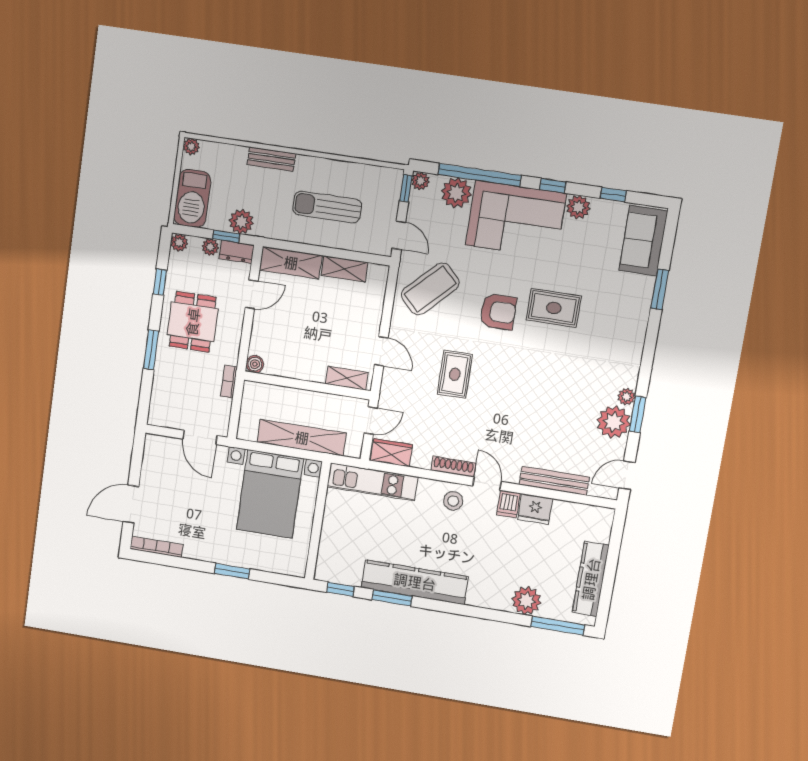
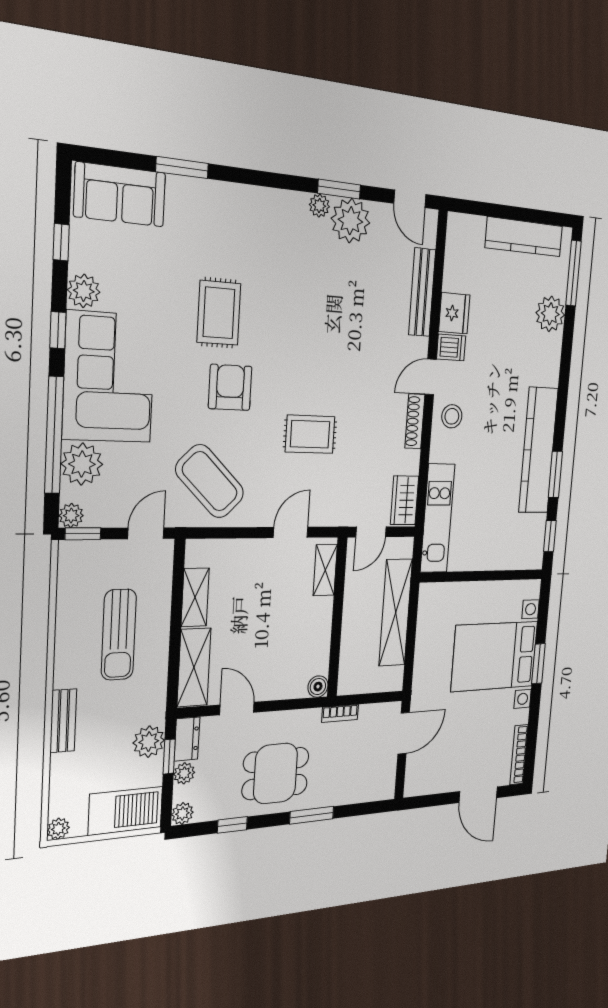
door: (371, 421) -> (371, 532), swing flipped
bed with nightstands: (270, 494) -> (495, 656), moved, turned 180

